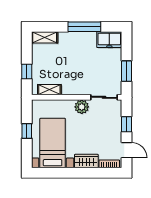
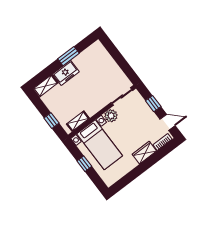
window: (84, 27) -> (68, 56), width x0.69
freezer: (109, 40) -> (66, 73), moved
window: (127, 71) -> (124, 65), removed
bed with nightstands: (53, 143) -> (100, 145), moved, turned 180

